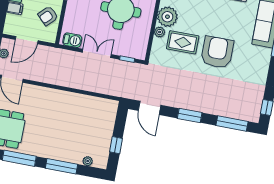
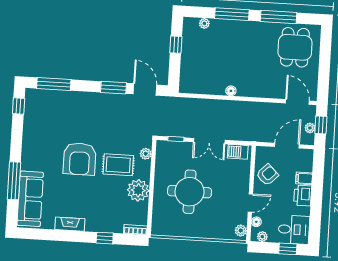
plant: (160, 32) -> (146, 154), moved
floor lamp: (71, 97) -> (231, 91), added
window: (190, 115) -> (113, 88), moved

